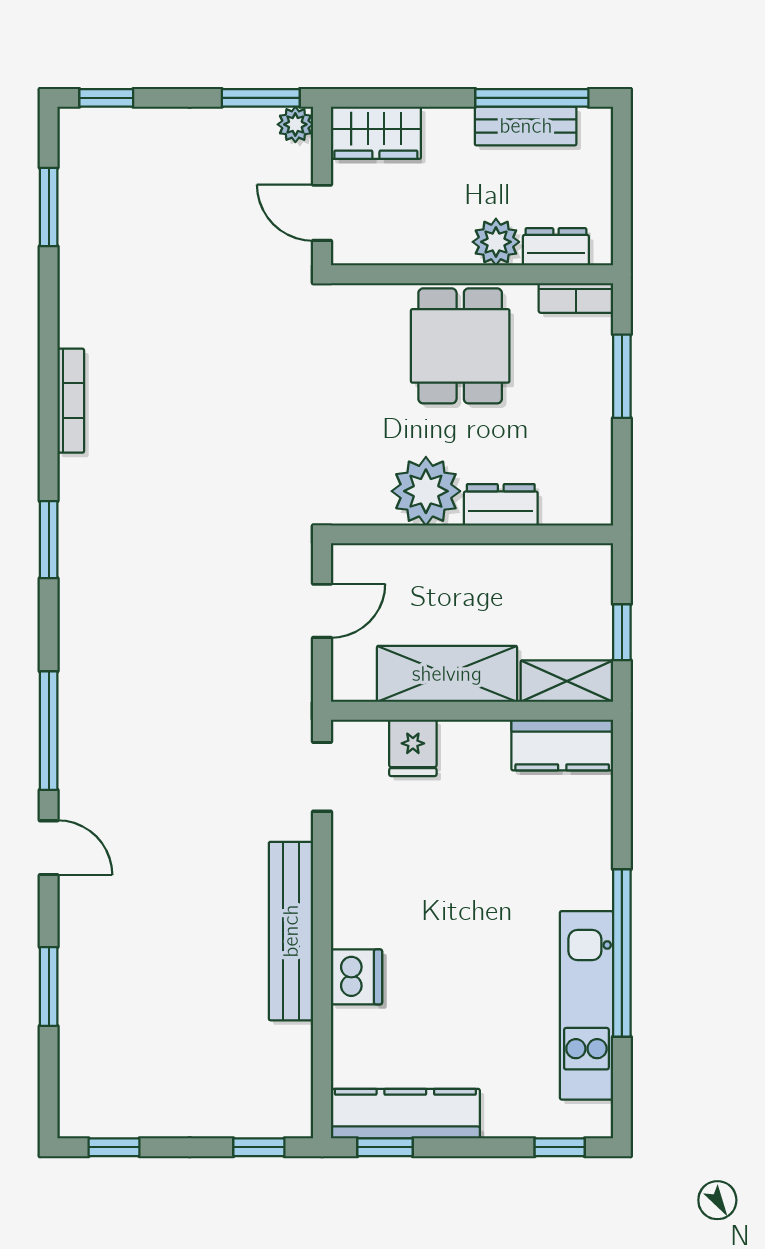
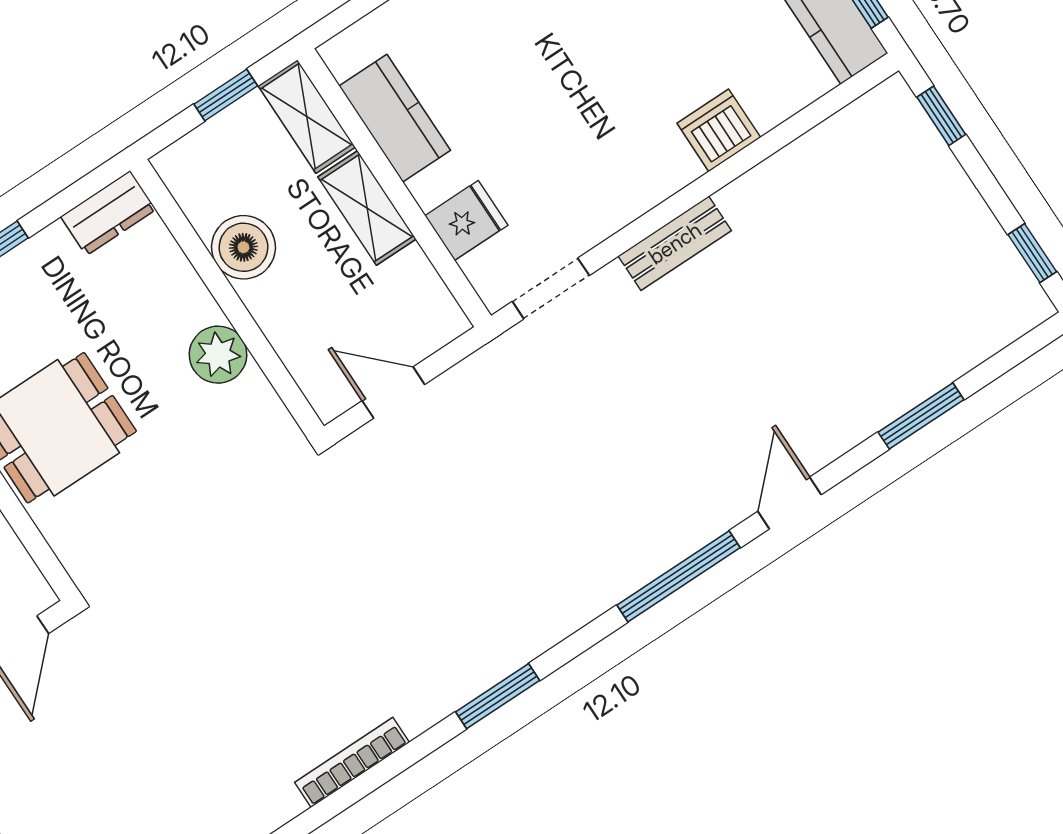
plant: (426, 491) -> (218, 355), width x0.73, depth x0.73
dresser: (501, 505) -> (108, 213), moved, turned -90
boiler: (501, 571) -> (243, 247), added
shelving: (447, 674) -> (367, 208), width x0.67, depth x0.75
kitchen counter: (562, 745) -> (395, 118), moved
bench: (291, 931) -> (675, 243), width x0.54, depth x0.82

